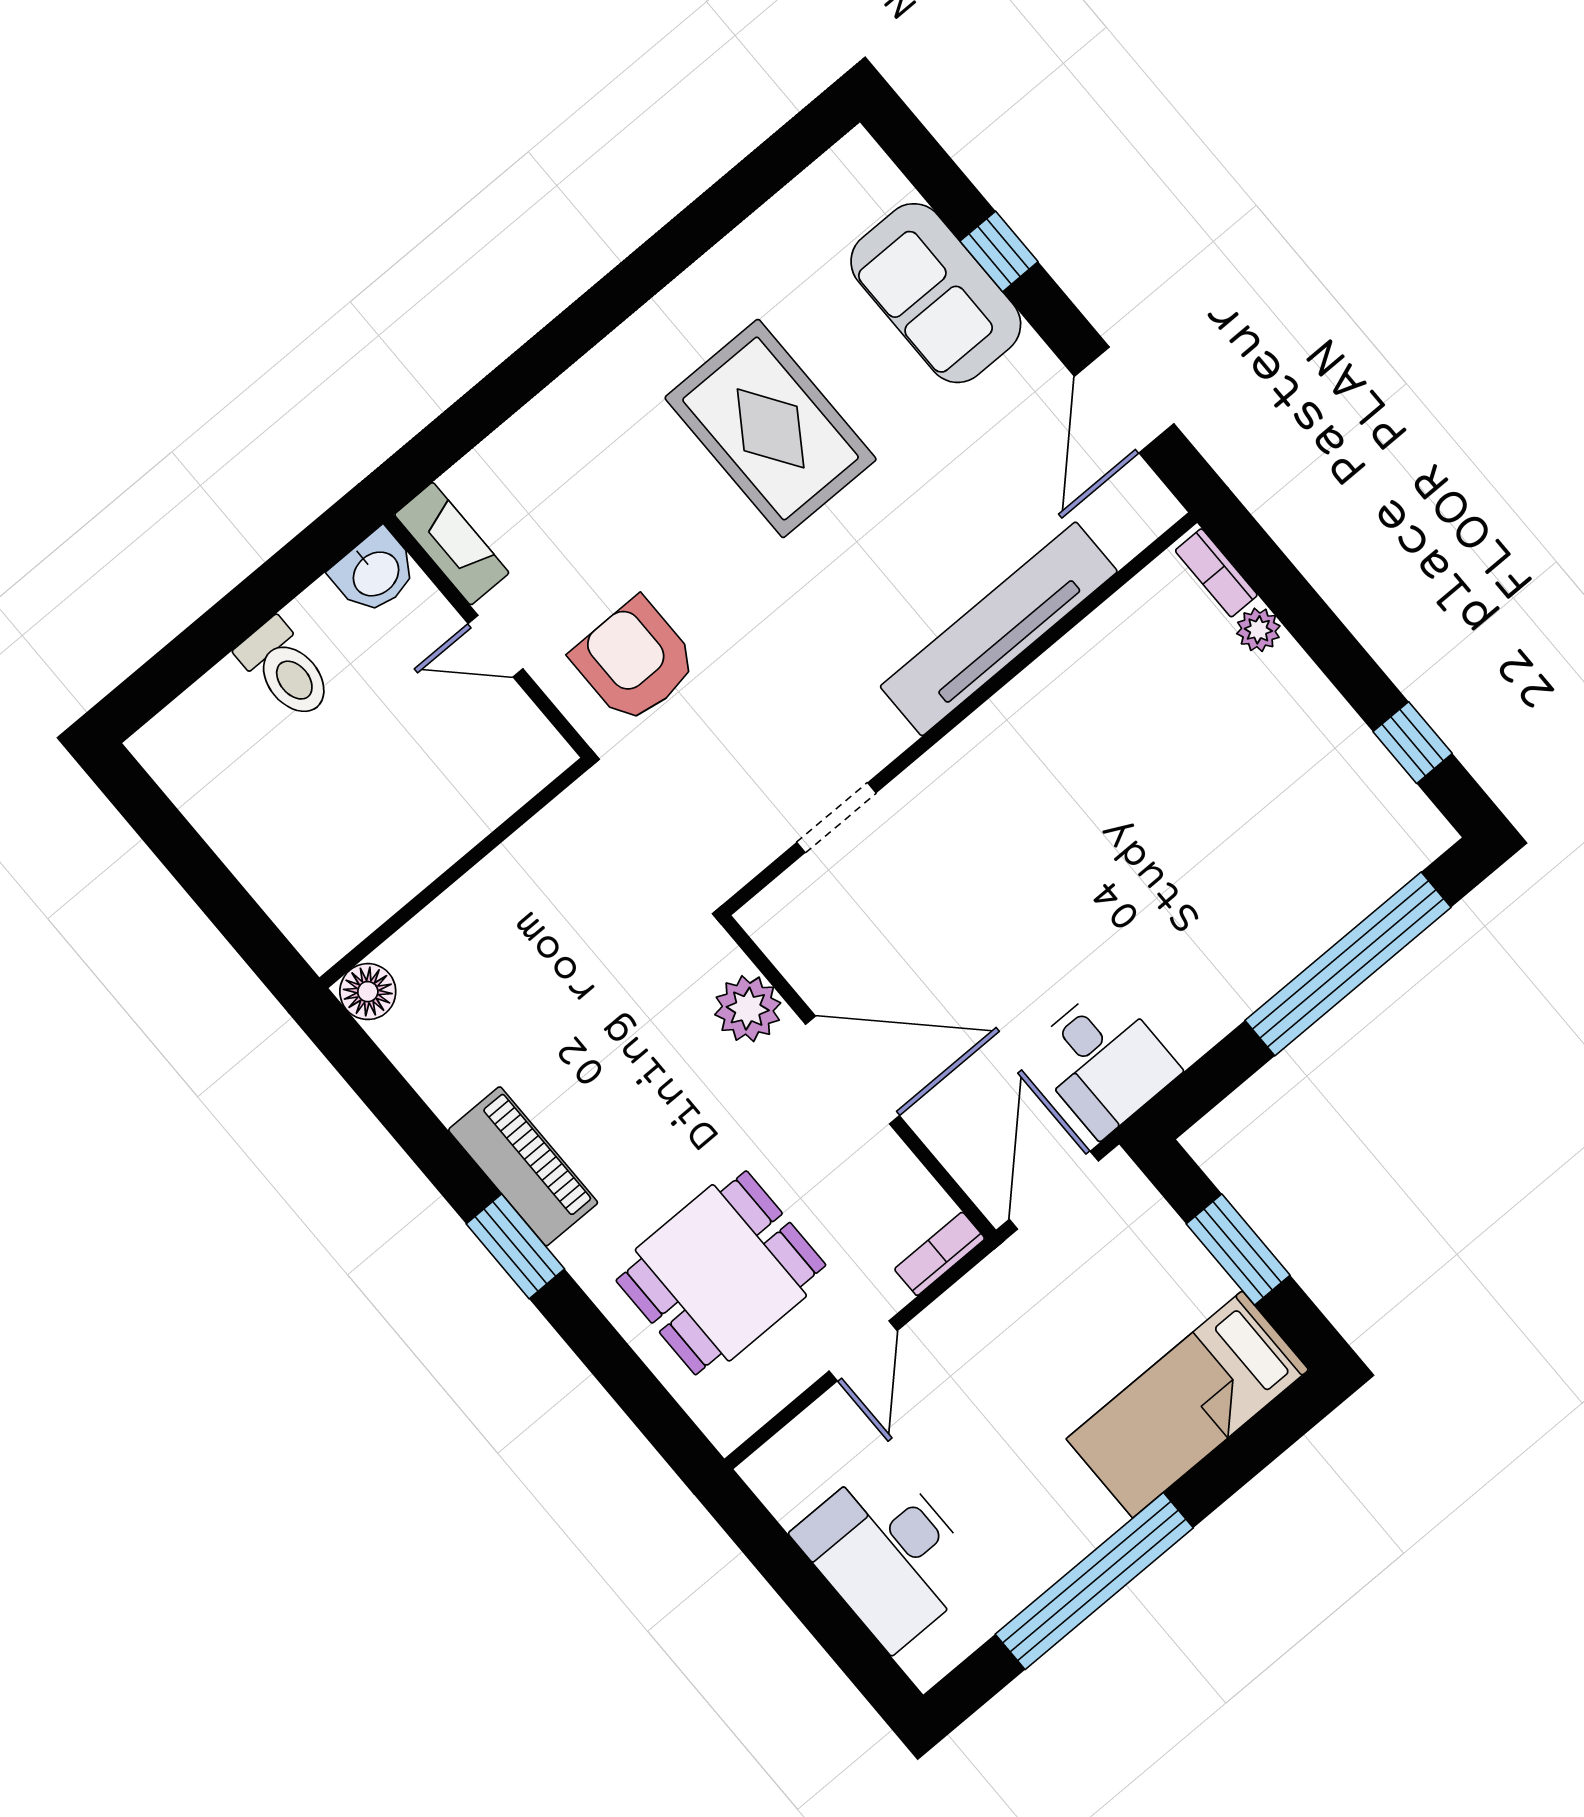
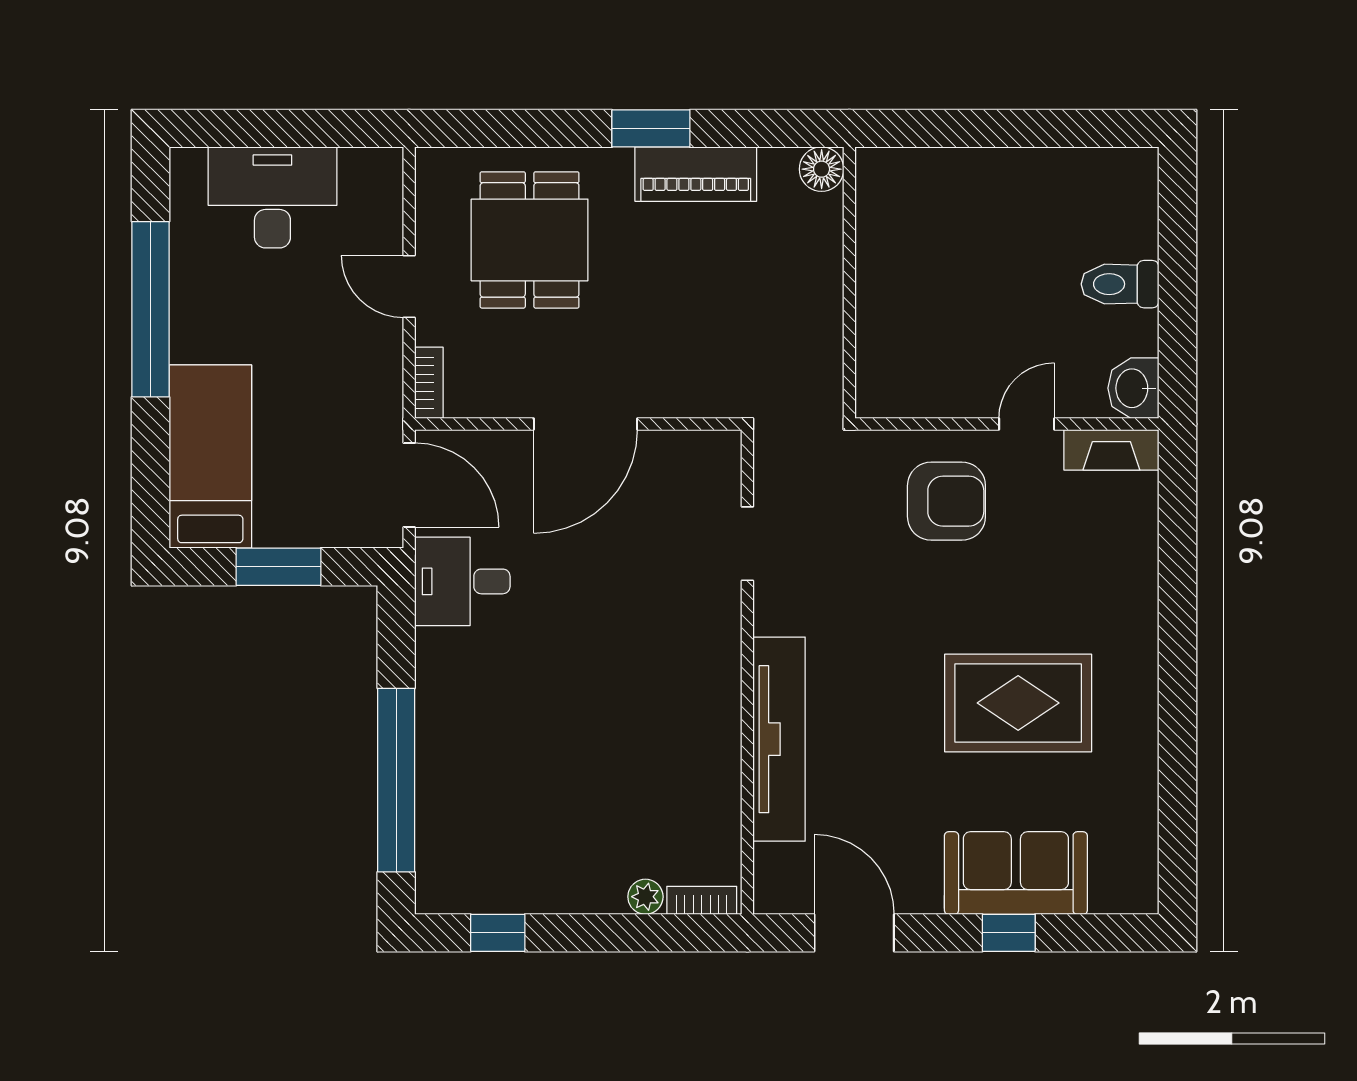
wall: (454, 873) -> (849, 283), moved
floor lamp: (368, 992) -> (822, 169), moved
plant: (748, 1009) -> (677, 392), removed

